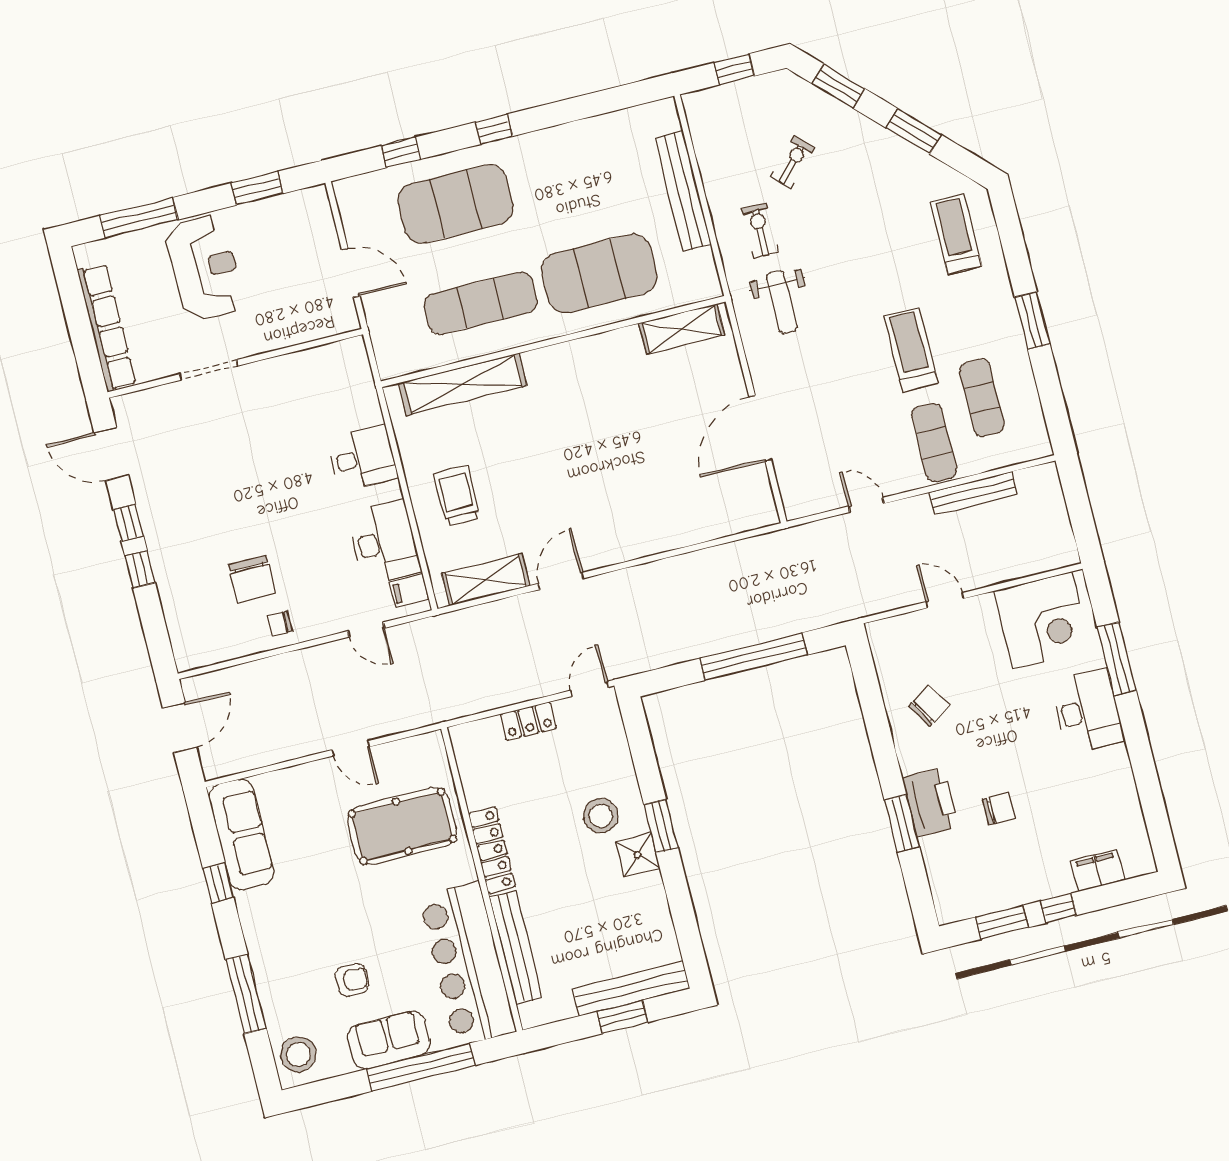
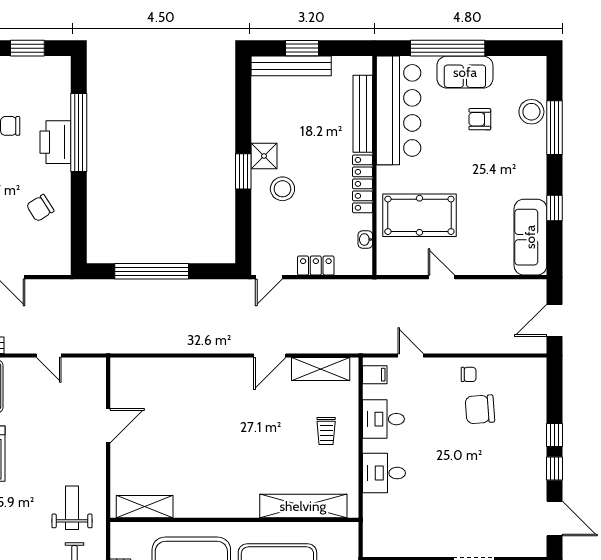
door: (760, 428) -> (108, 426), width x0.73
trolley: (457, 496) -> (326, 431), width x0.73, depth x0.72
desk: (384, 542) -> (383, 419), width x0.73
chair: (252, 579) -> (480, 409), turned -94
washbasin: (469, 774) -> (365, 239), added
window: (902, 823) -> (79, 133), width x2.11
stool: (298, 1054) -> (531, 112), moved

